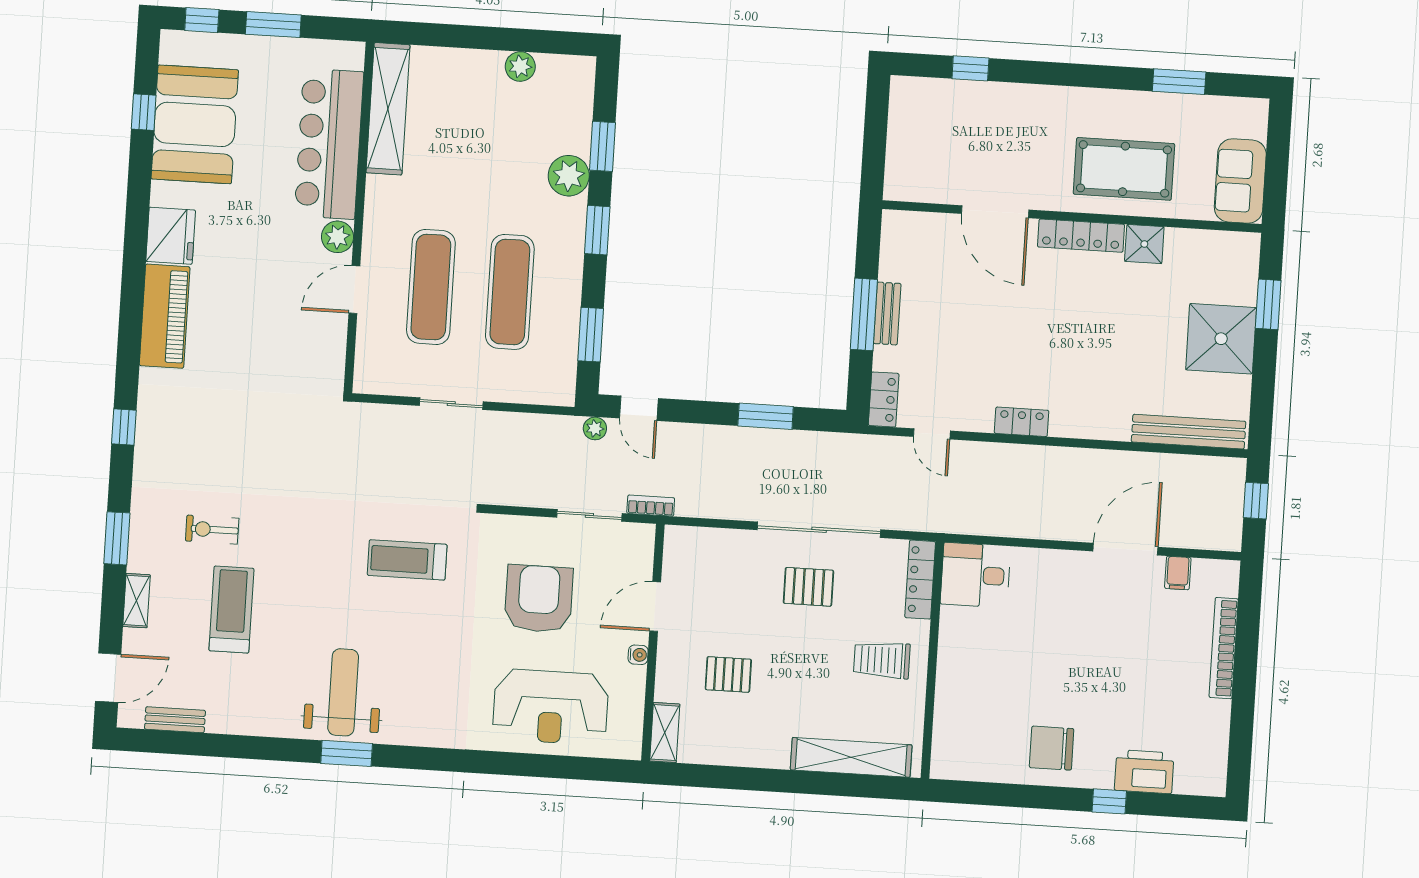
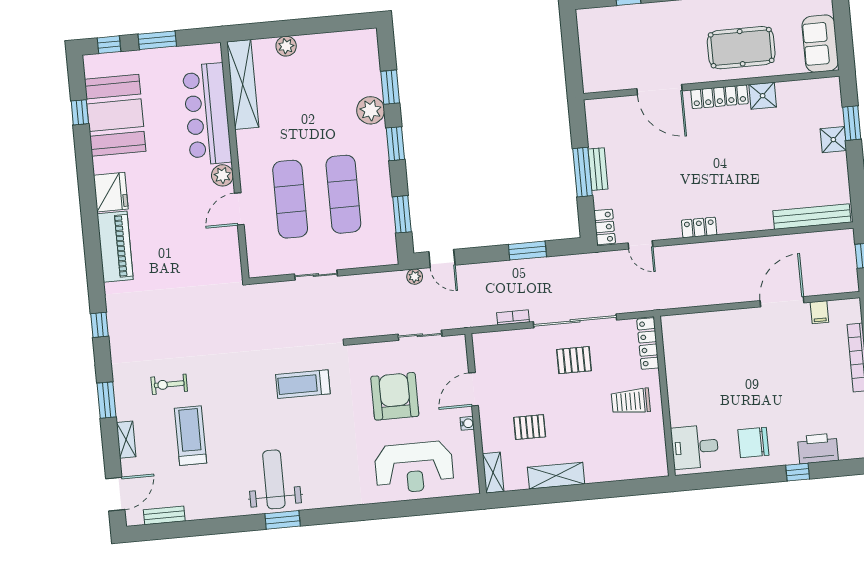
plant: (520, 67) -> (286, 46), moved
shower: (1221, 339) -> (833, 140), width x0.54, depth x0.54
bookcase: (651, 506) -> (513, 317), moved
desk: (975, 575) -> (695, 447), moved
shelving: (851, 757) -> (556, 476), moved, width x0.68

